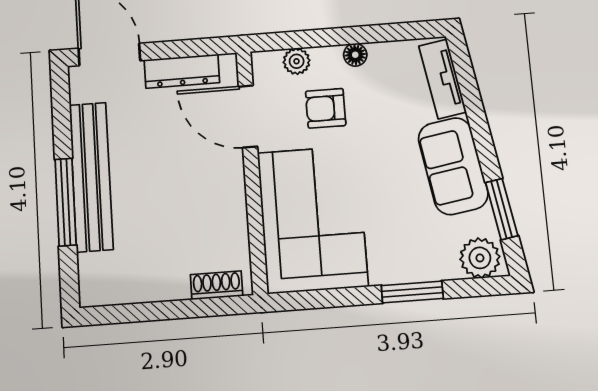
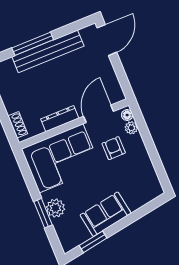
floor lamp: (355, 55) -> (127, 115), moved
dresser: (182, 71) -> (60, 119), moved, turned 90
tv unit: (442, 79) -> (144, 197), removed
plant: (480, 258) -> (55, 208), moved

